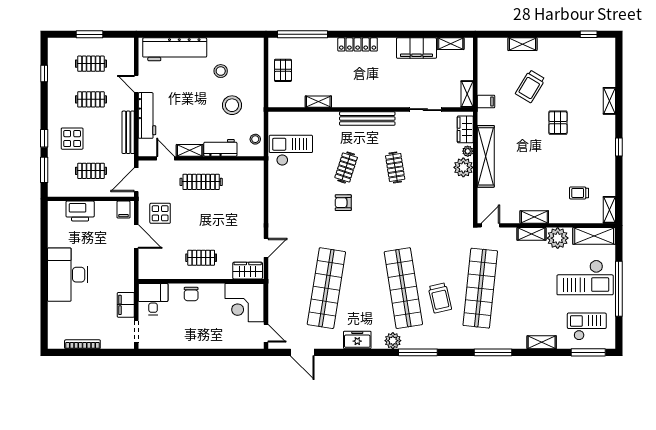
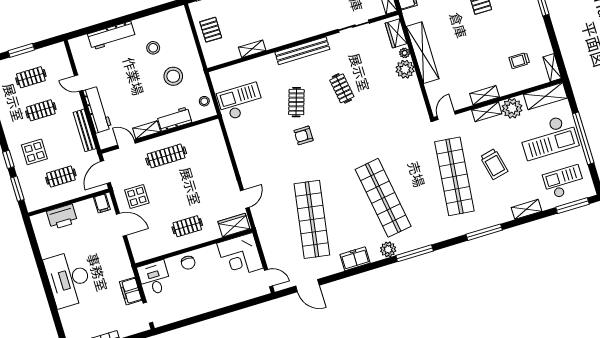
workbench: (175, 49) -> (112, 36), width x0.73, depth x0.76
trolley: (440, 298) -> (494, 164), moved

